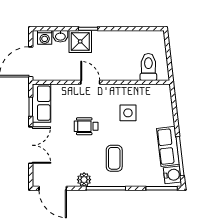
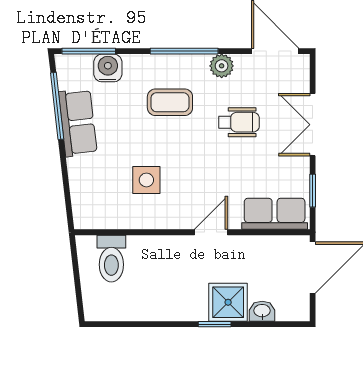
washing machine: (45, 37) -> (289, 309), removed
door: (90, 82) -> (211, 232), swing flipped
row of seats: (42, 103) -> (275, 214), moved, turned 90
wheelchair: (86, 126) -> (239, 122), moved
coffee table: (114, 158) -> (170, 102), turned 90
water cooler: (172, 175) -> (108, 68), moved, turned 97

